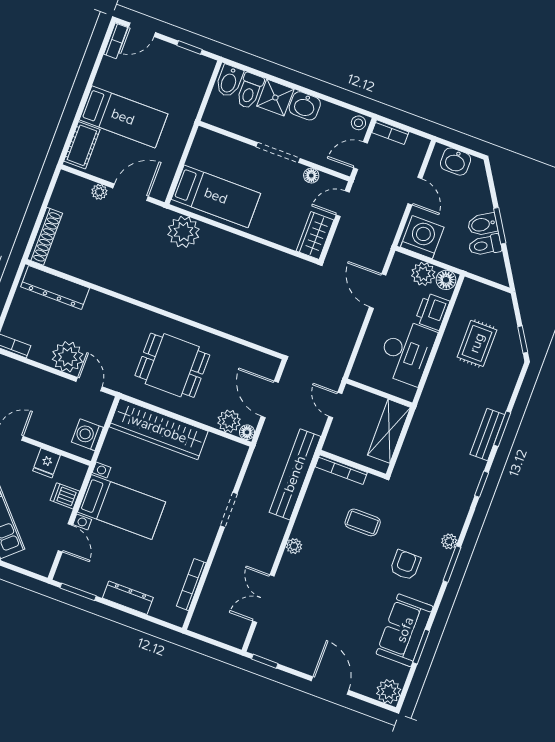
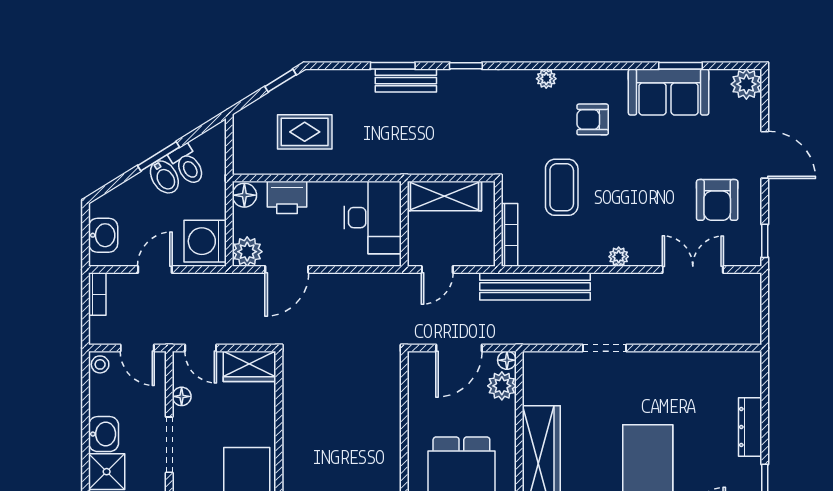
bookcase: (390, 132) -> (97, 294), moved
plant: (423, 274) -> (247, 252), moved
desk: (407, 352) -> (373, 218), moved, turned 90
coffee table: (363, 522) -> (562, 187), width x1.36, depth x1.30
window: (452, 564) -> (571, 66), removed
bookcase: (191, 585) -> (708, 359), removed
double door: (263, 599) -> (693, 270), swing flipped
armchair: (309, 637) -> (717, 200), added
door: (330, 686) -> (765, 155), swing flipped

